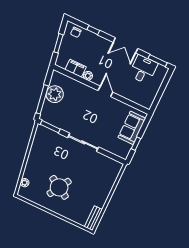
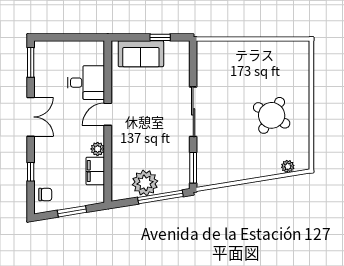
desk: (143, 69) -> (86, 83), moved, turned 180
bench: (93, 218) -> (292, 48), removed

